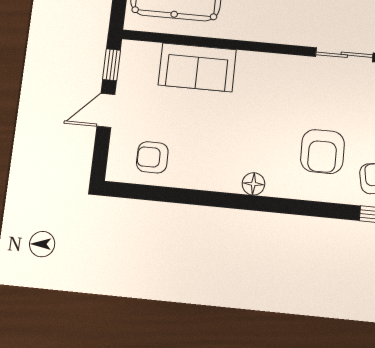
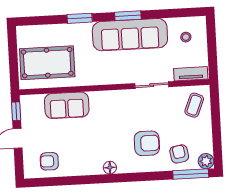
armchair: (322, 152) -> (147, 143), turned -90

